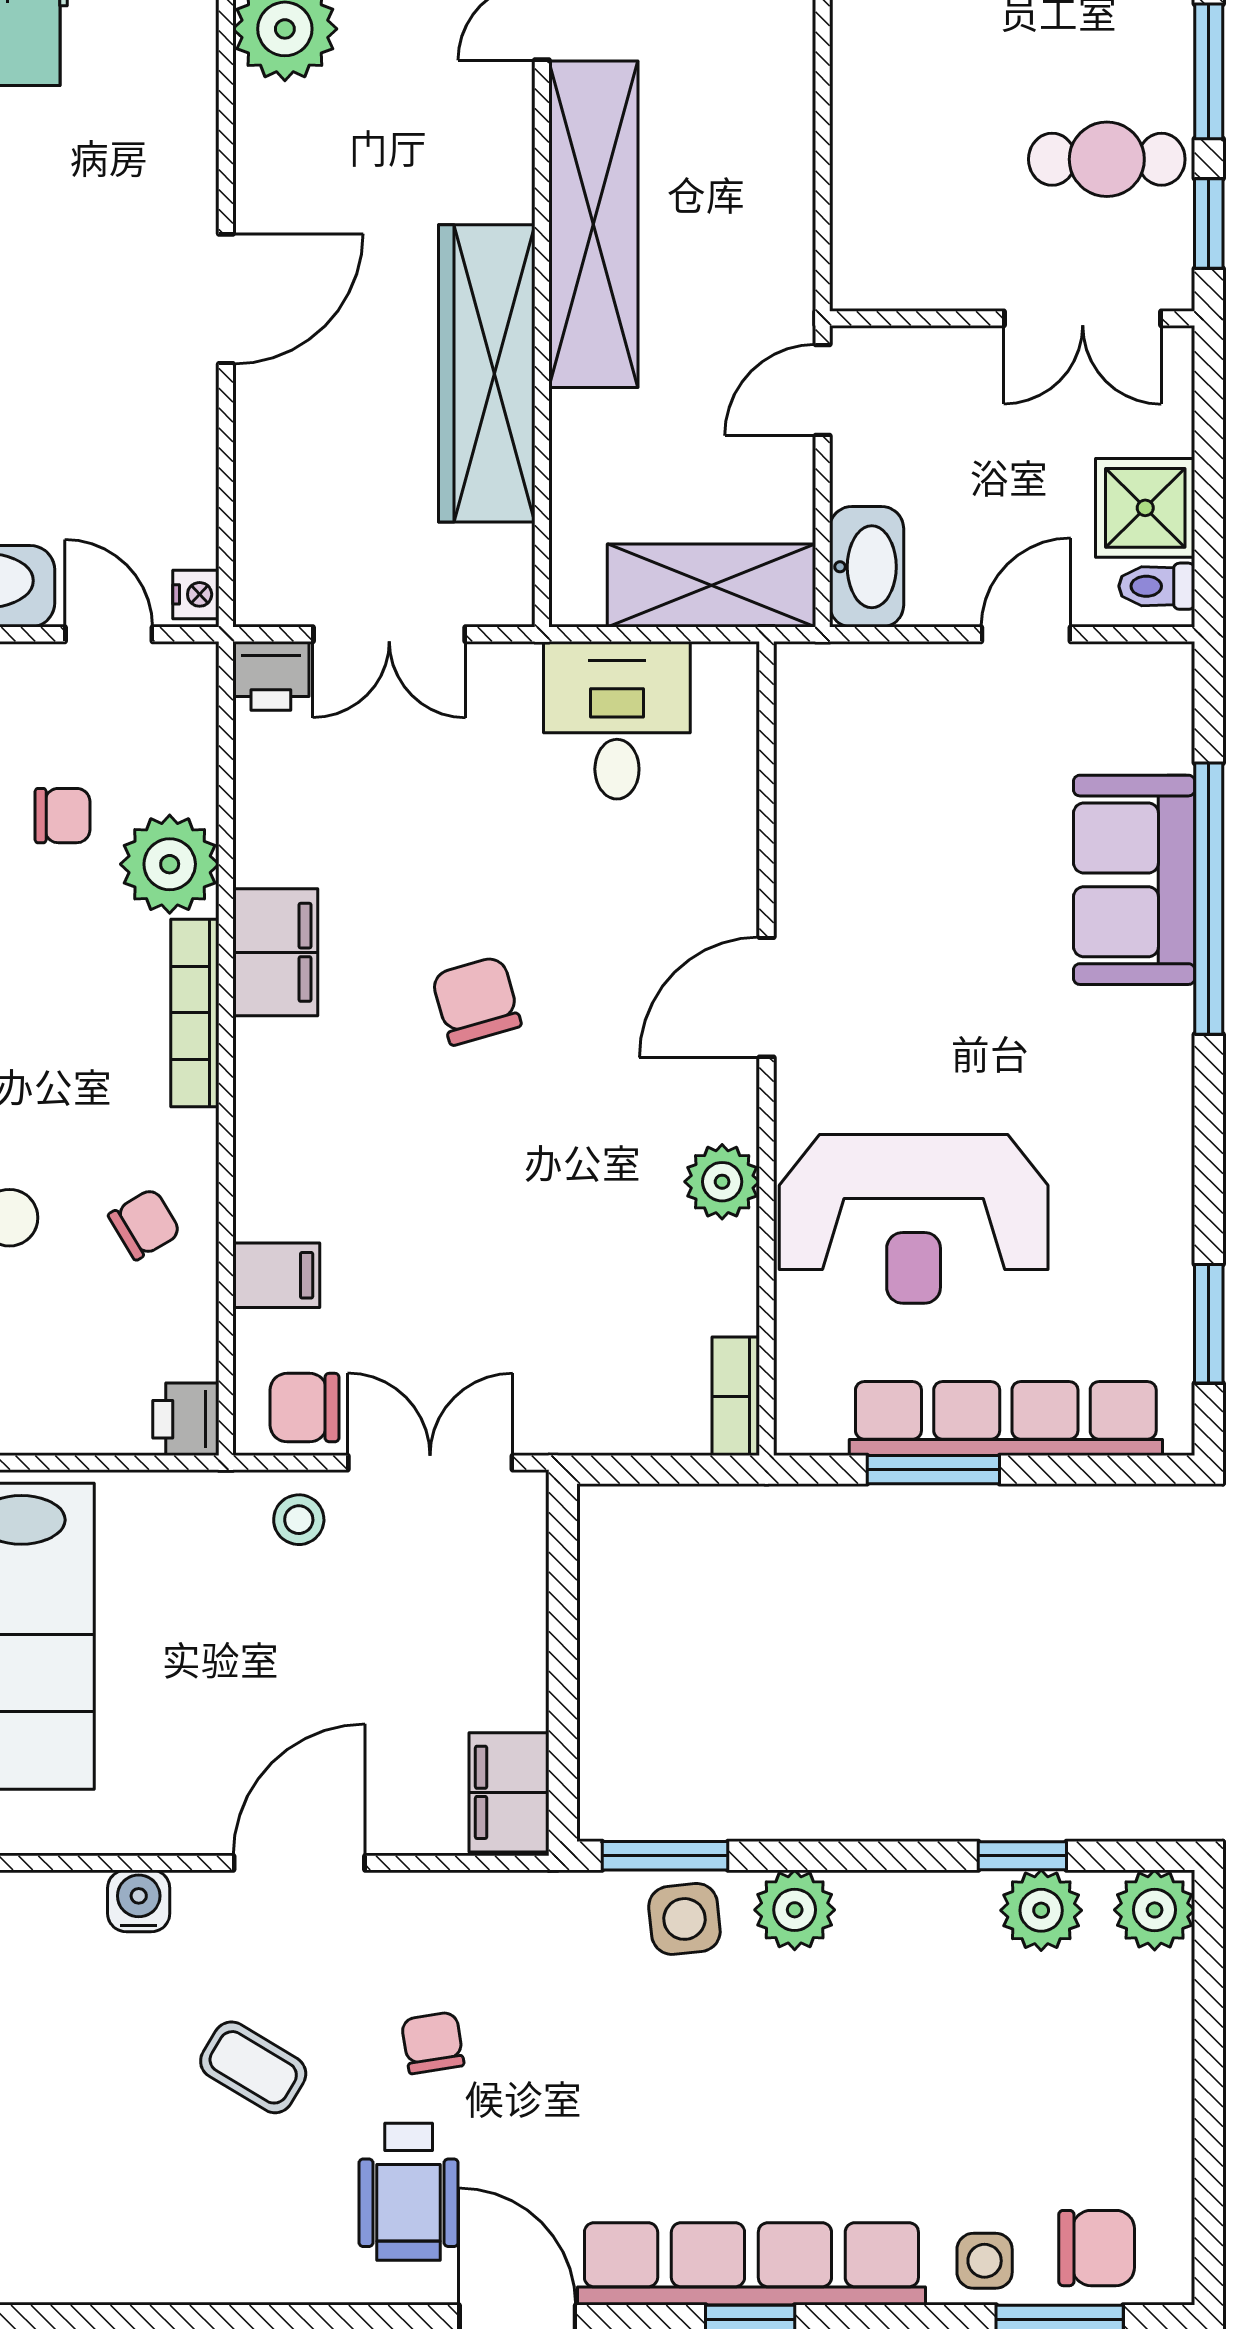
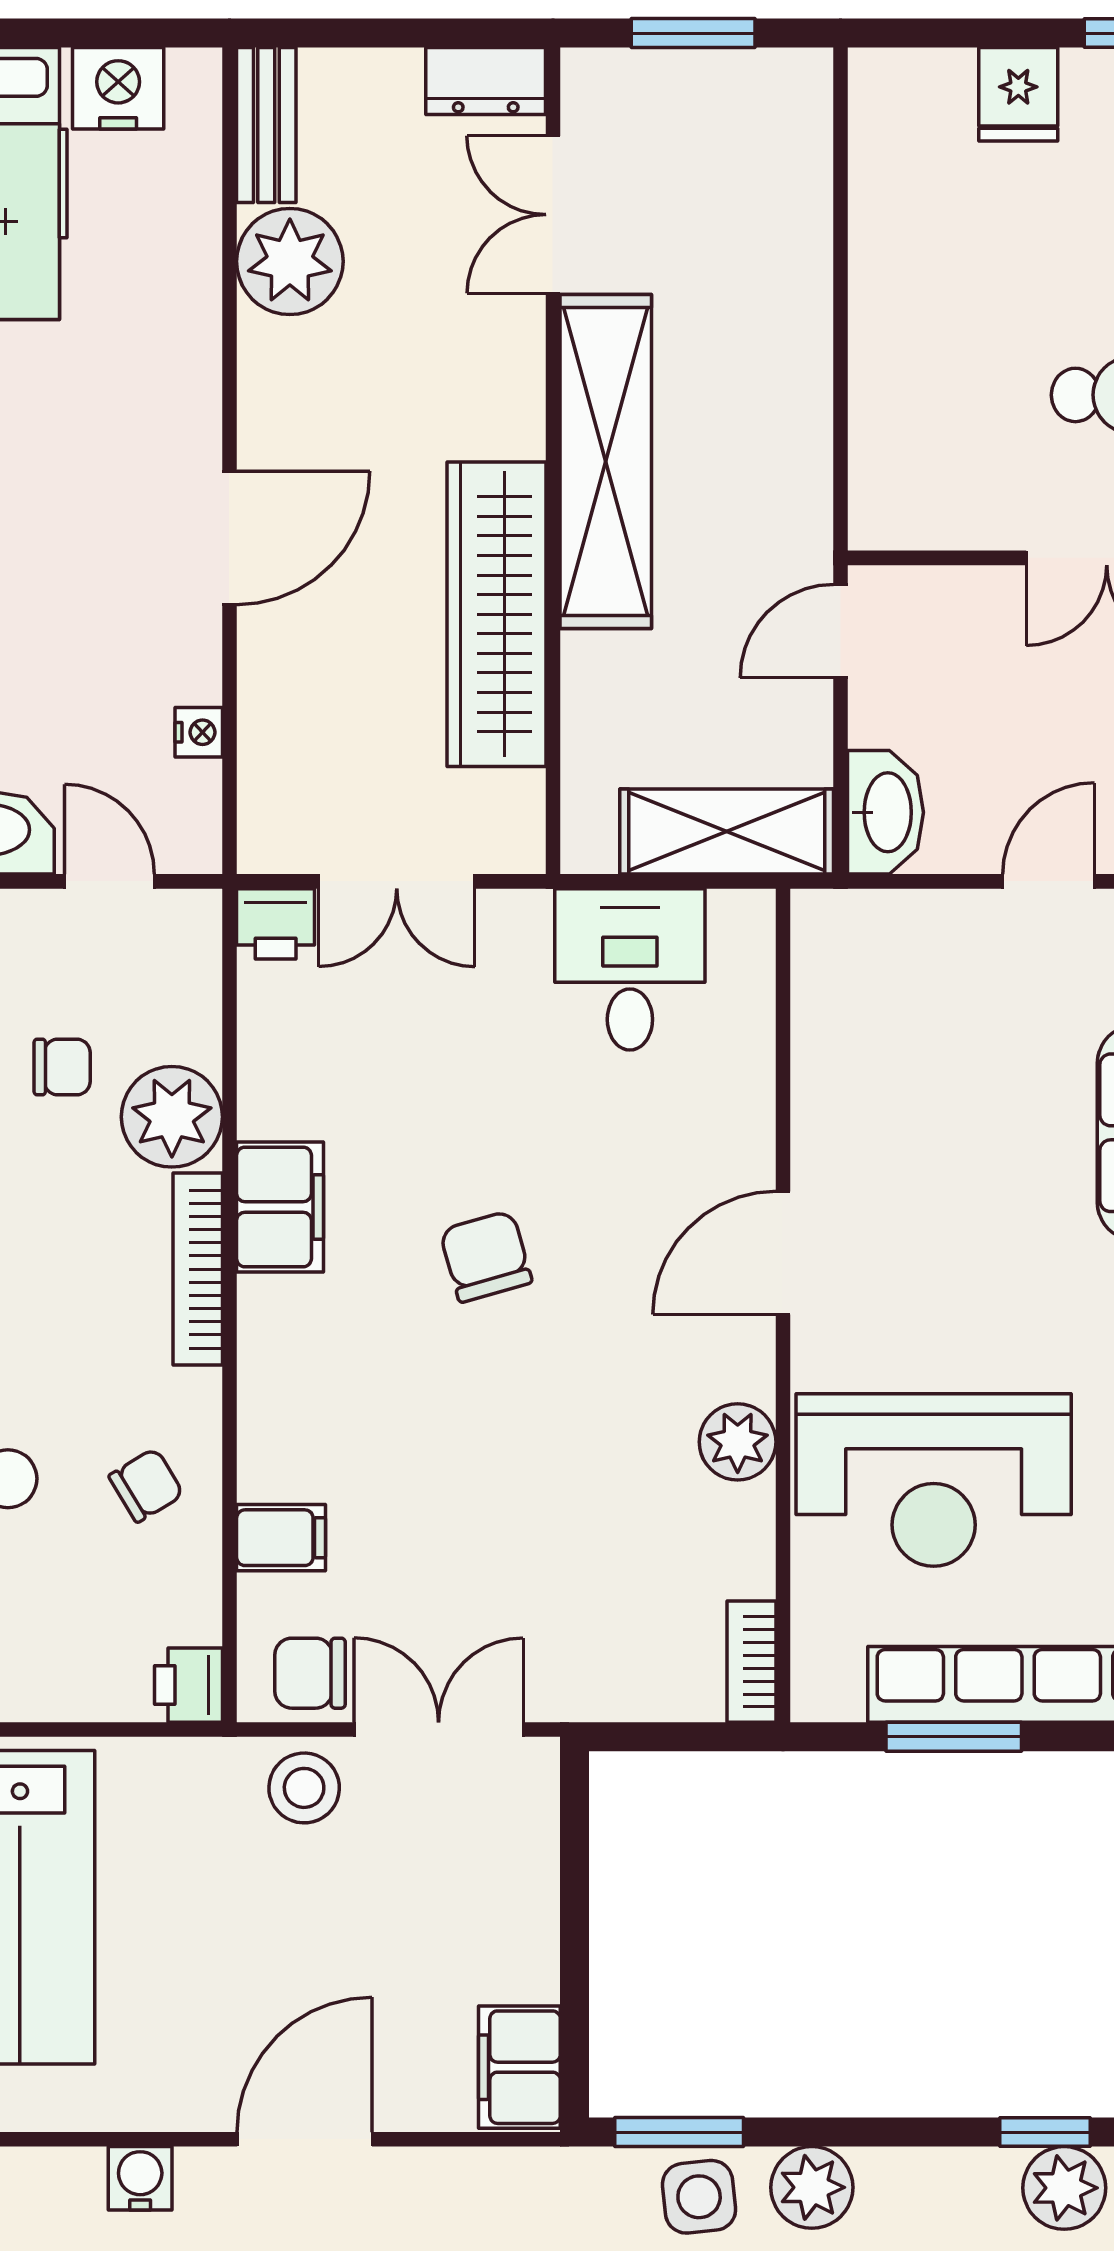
nightstand: (196, 594) -> (199, 732), moved
stool: (299, 1520) -> (304, 1788), width x1.37, depth x1.37

